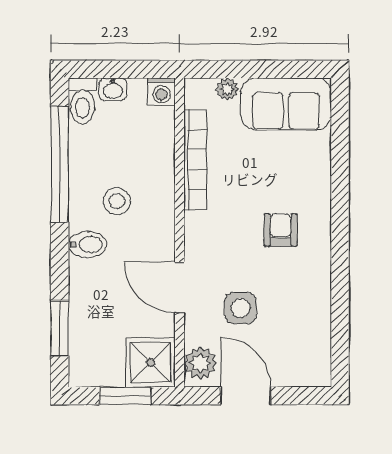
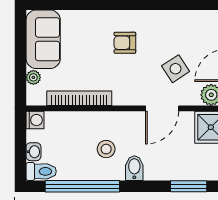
side table: (241, 308) -> (176, 69), turned -33

